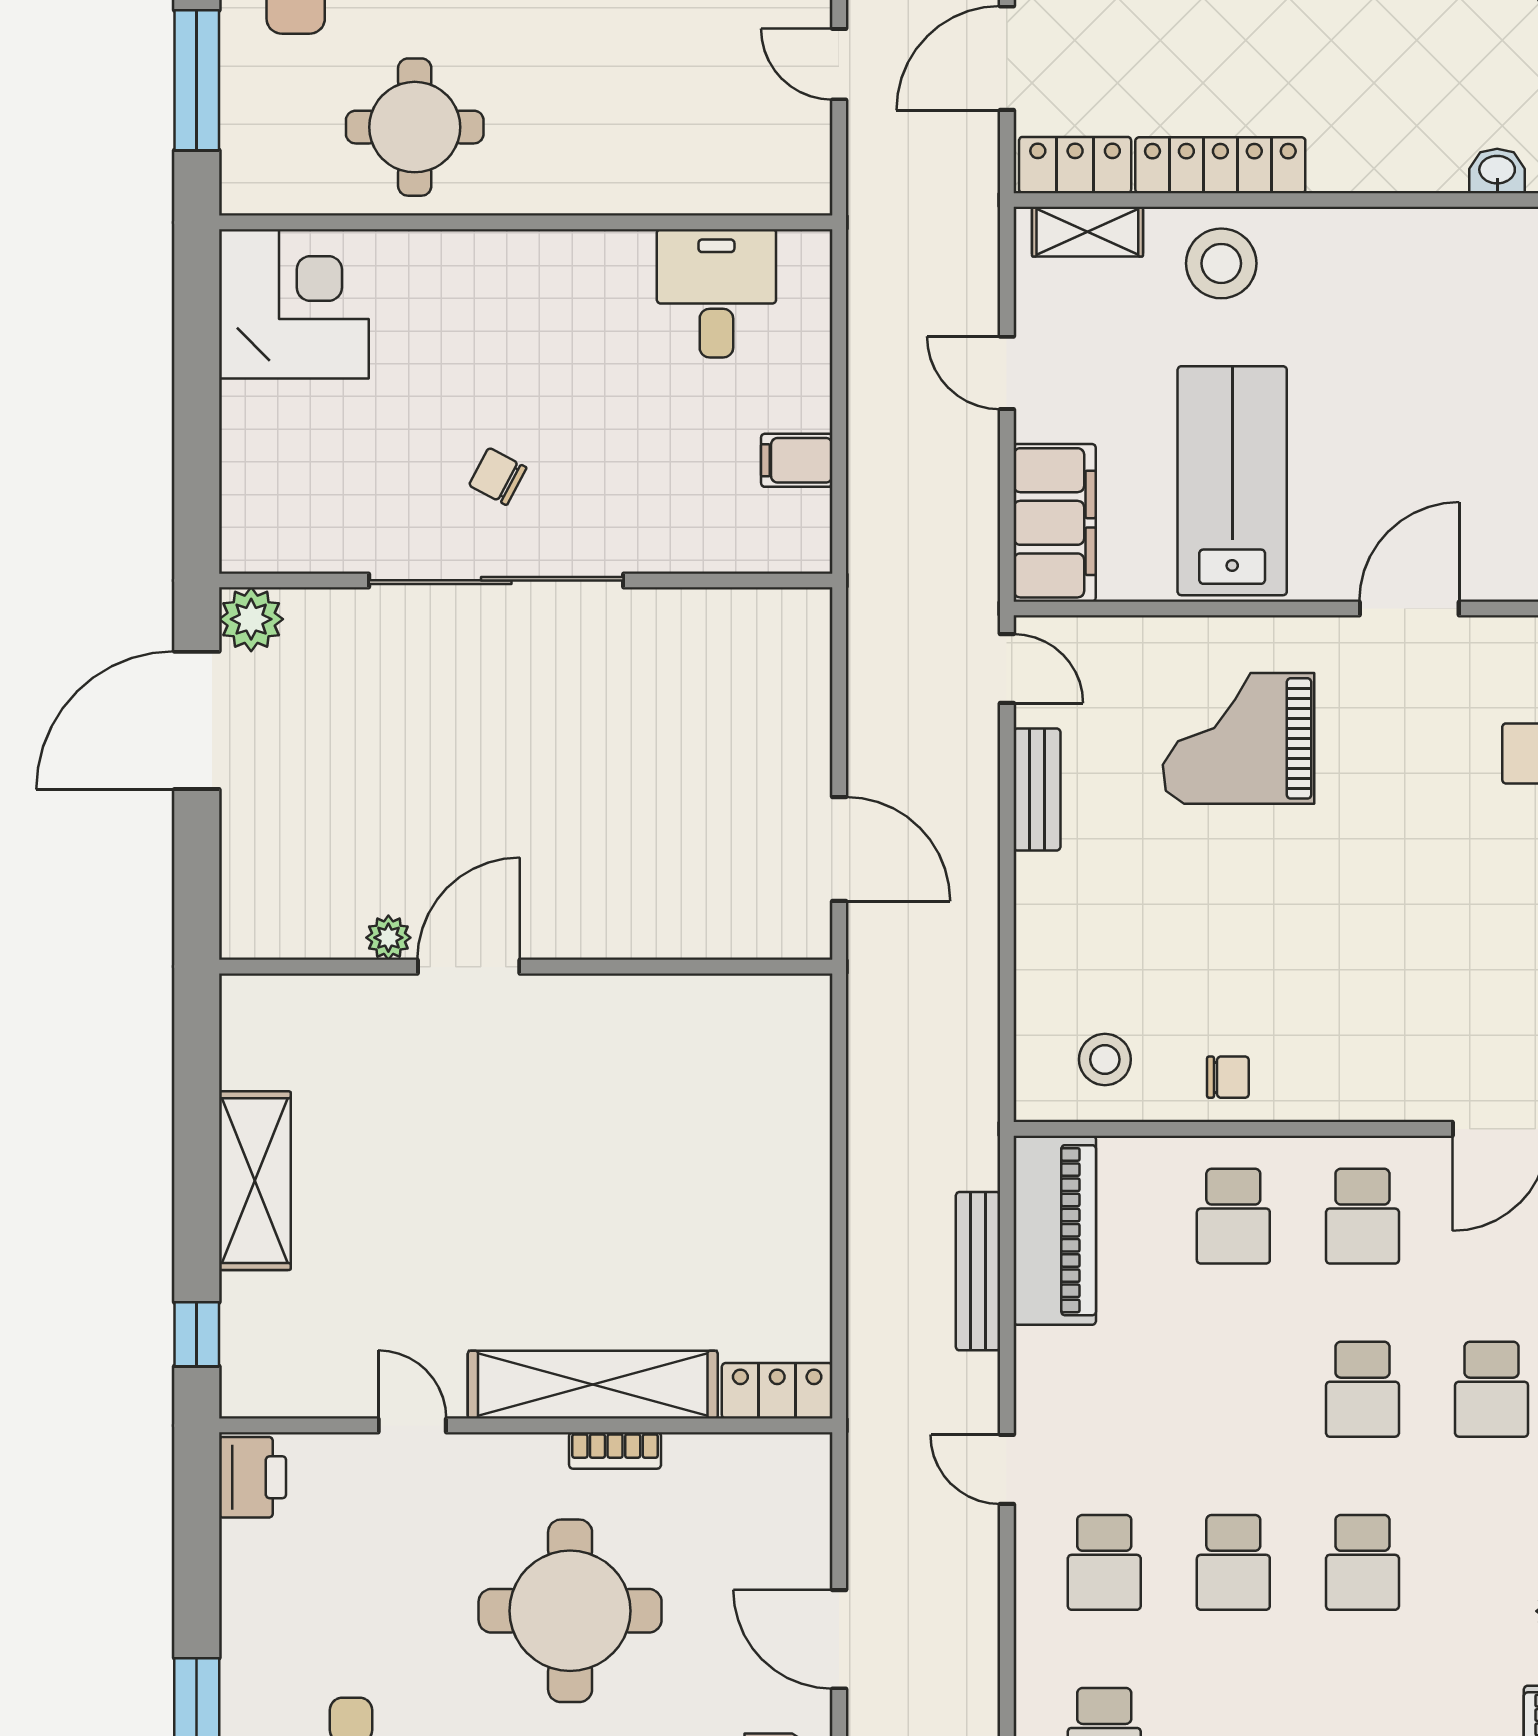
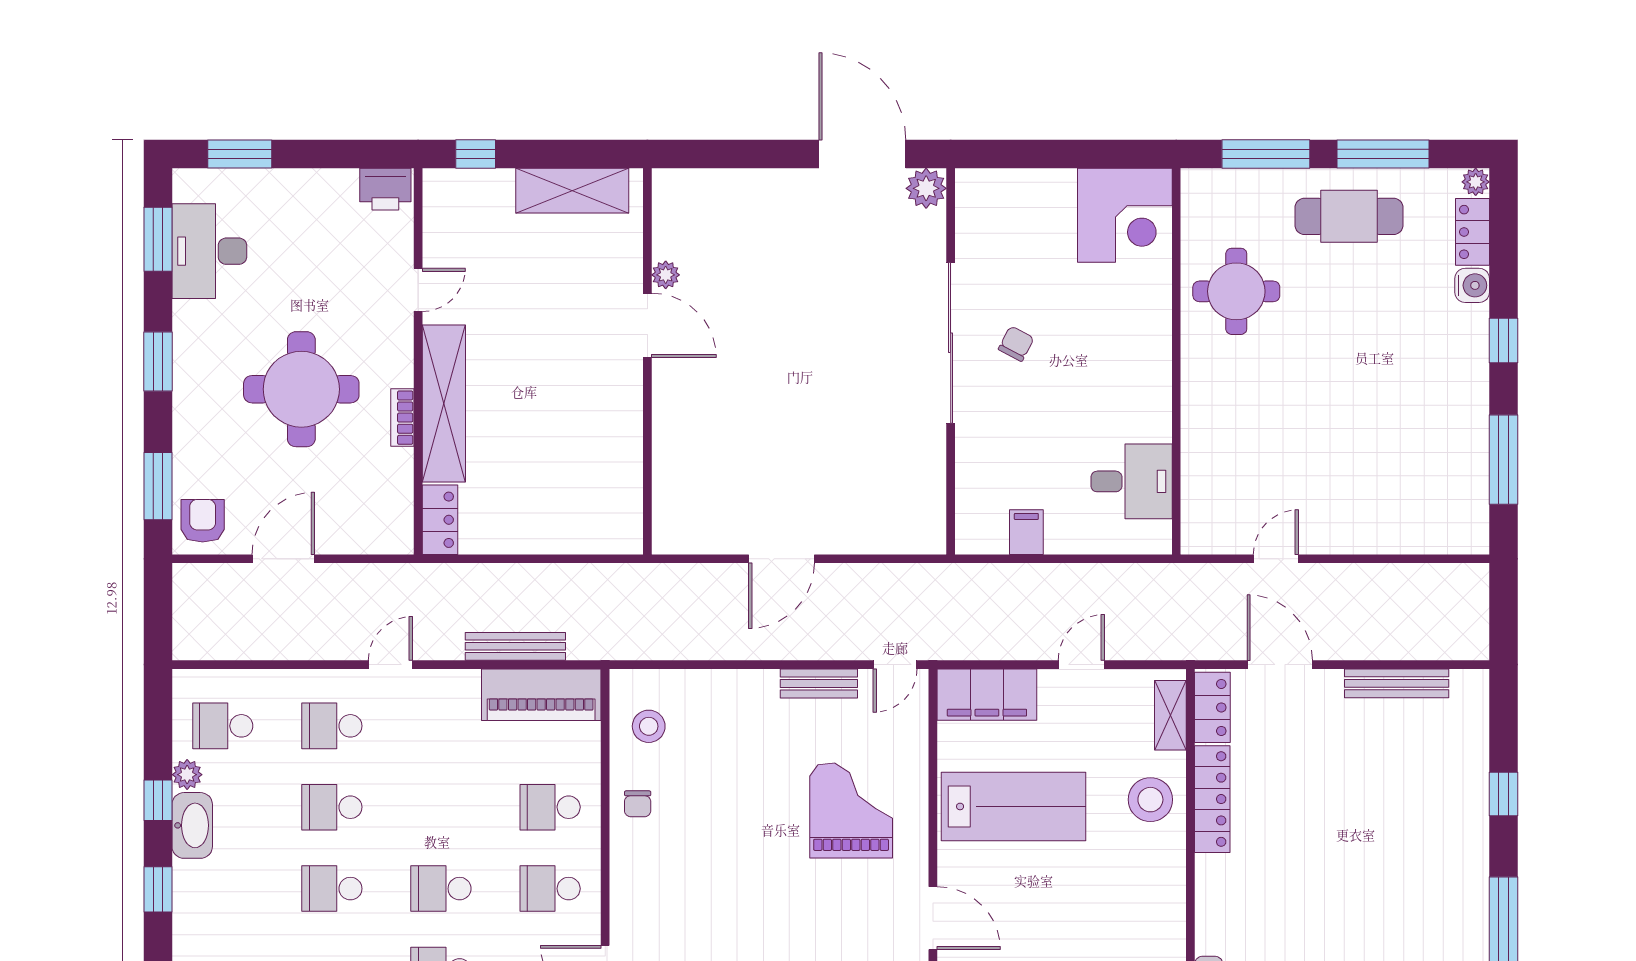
plant: (388, 938) -> (666, 275), moved
door: (469, 967) -> (647, 325), moved
wall: (526, 967) -> (647, 361), moved

